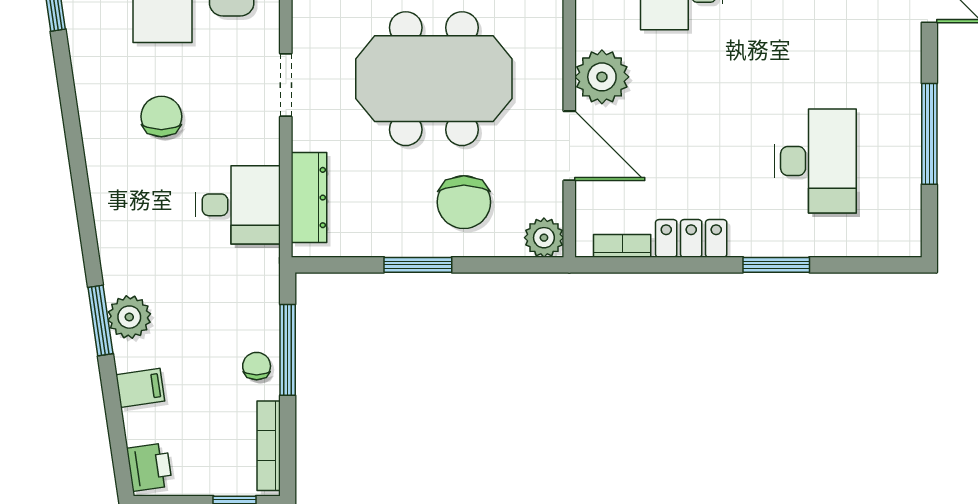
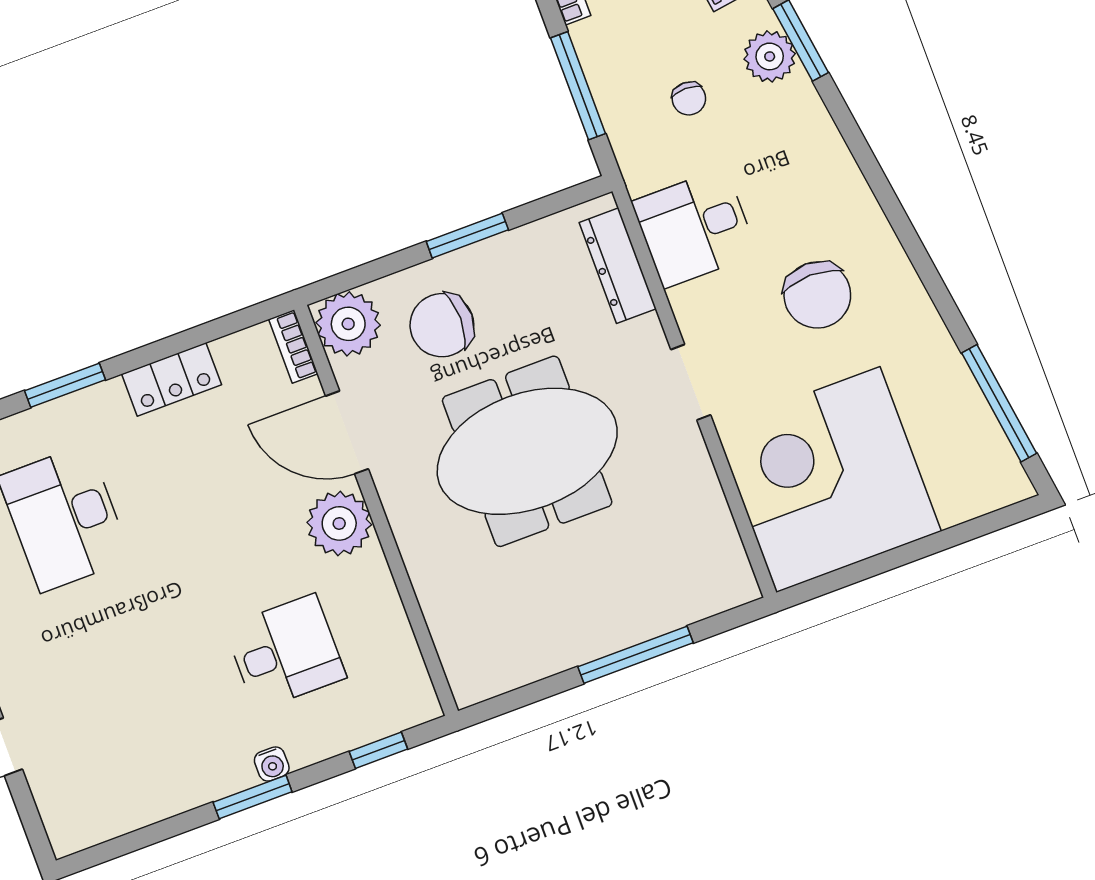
chair: (161, 117) -> (817, 295), width x1.37, depth x1.37
chair: (464, 202) -> (442, 325), turned -90
plant: (544, 238) -> (348, 324), width x1.36, depth x1.36
bookcase: (622, 246) -> (293, 346), moved, turned 90
chair: (257, 366) -> (689, 99), moved

